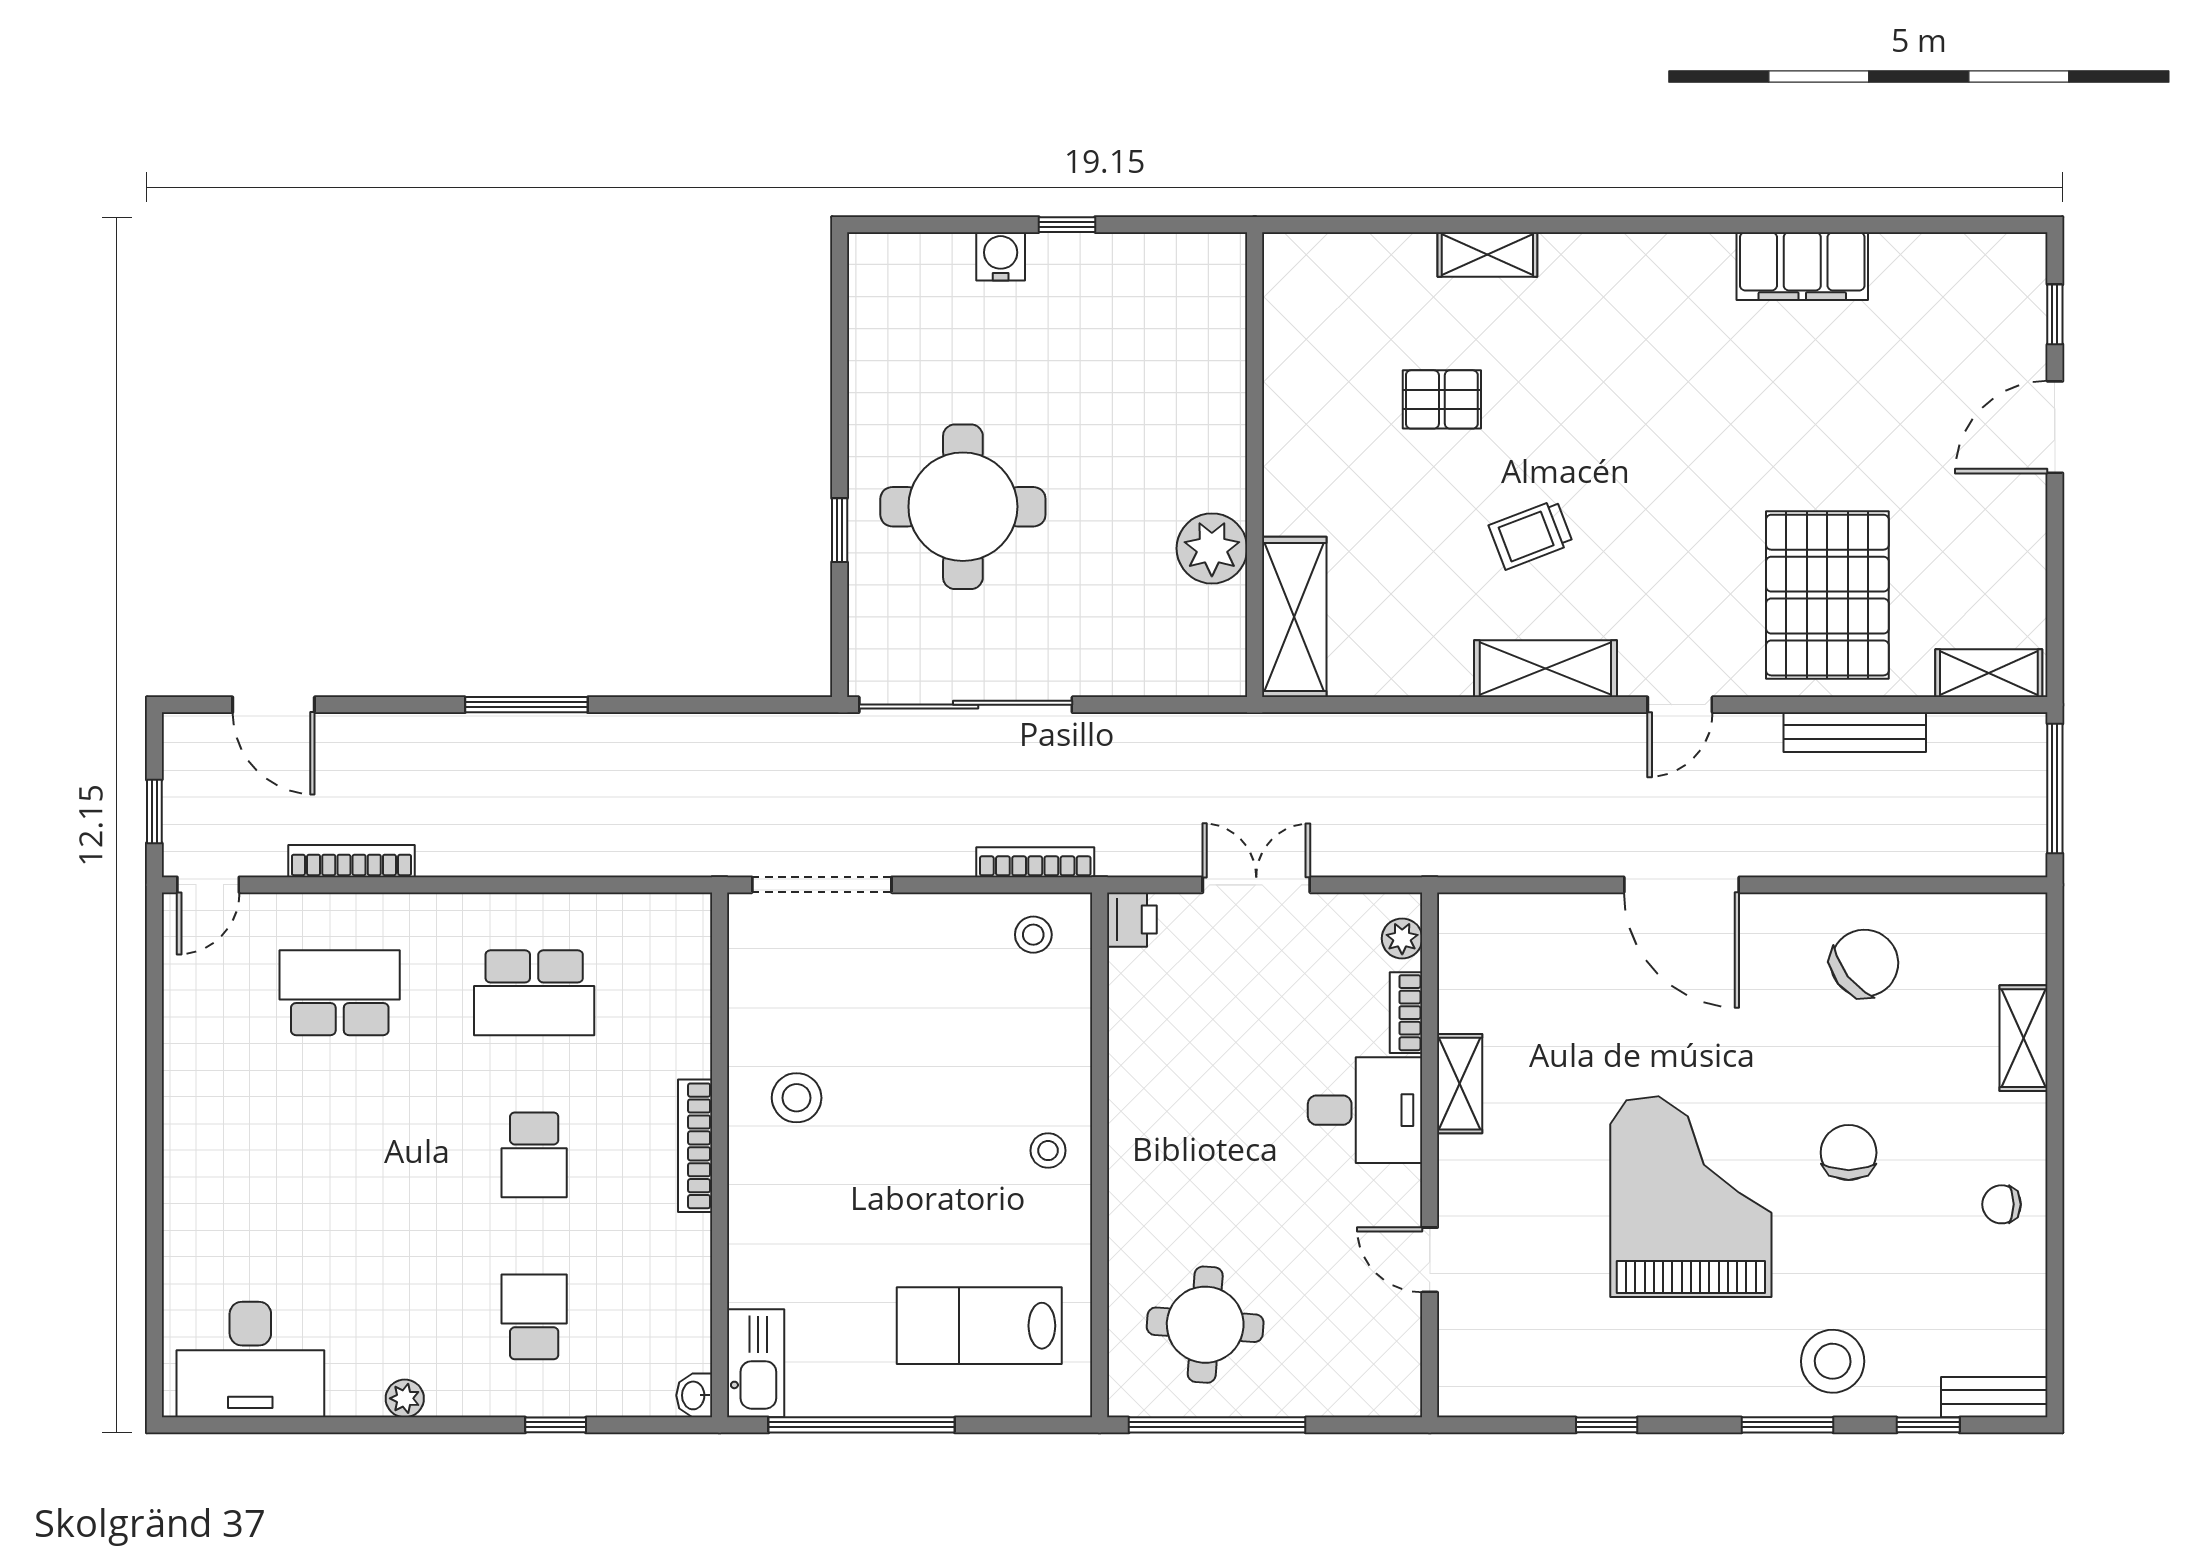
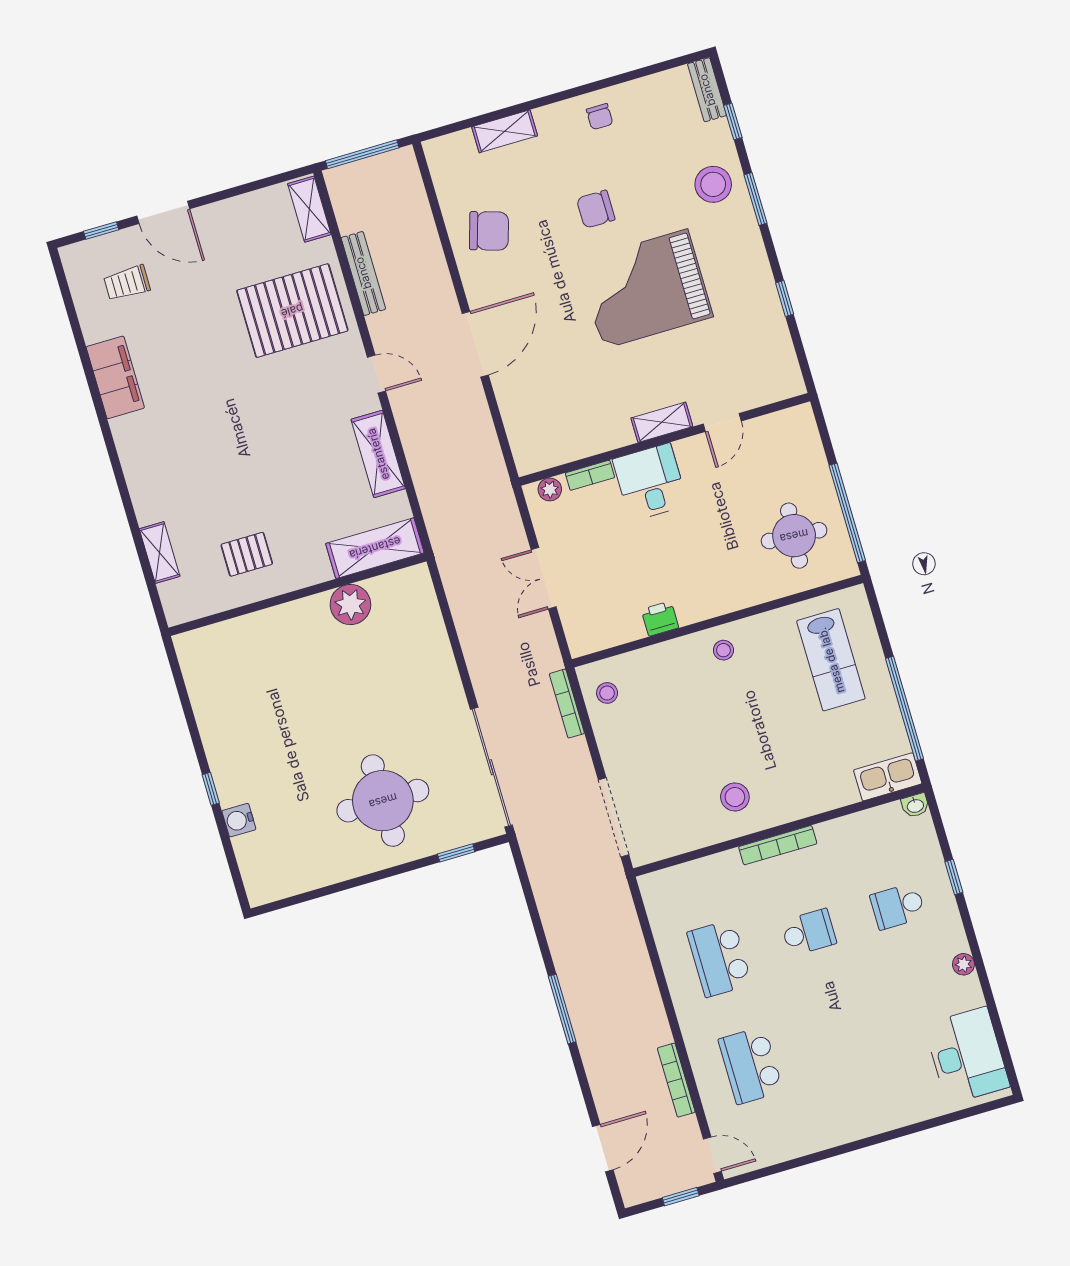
pallet: (1442, 399) -> (247, 554), turned 90
wall: (1255, 465) -> (297, 594), moved
window: (840, 530) -> (456, 853), moved
trolley: (1531, 535) -> (127, 283), moved, turned 111
plant: (1212, 548) -> (350, 605), moved
shelving: (1294, 617) -> (375, 548), moved
printer: (1132, 920) -> (660, 619), moved
chair: (1864, 963) -> (489, 231), turned 145
school desk: (534, 993) -> (719, 958), turned 180
shelving: (1460, 1084) -> (662, 422), moved

